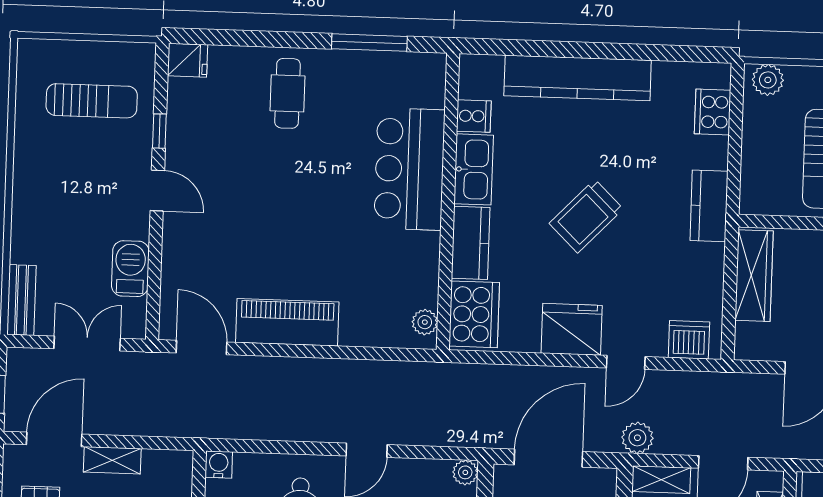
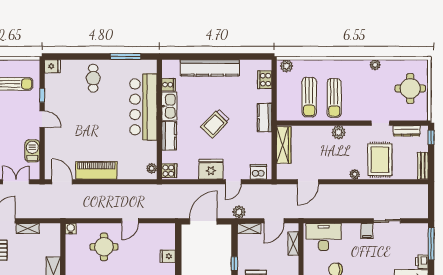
bar counter: (409, 169) -> (143, 107), width x1.36
cooker: (474, 314) -> (169, 171), width x0.53, depth x0.76
plant: (465, 472) -> (170, 228), removed

